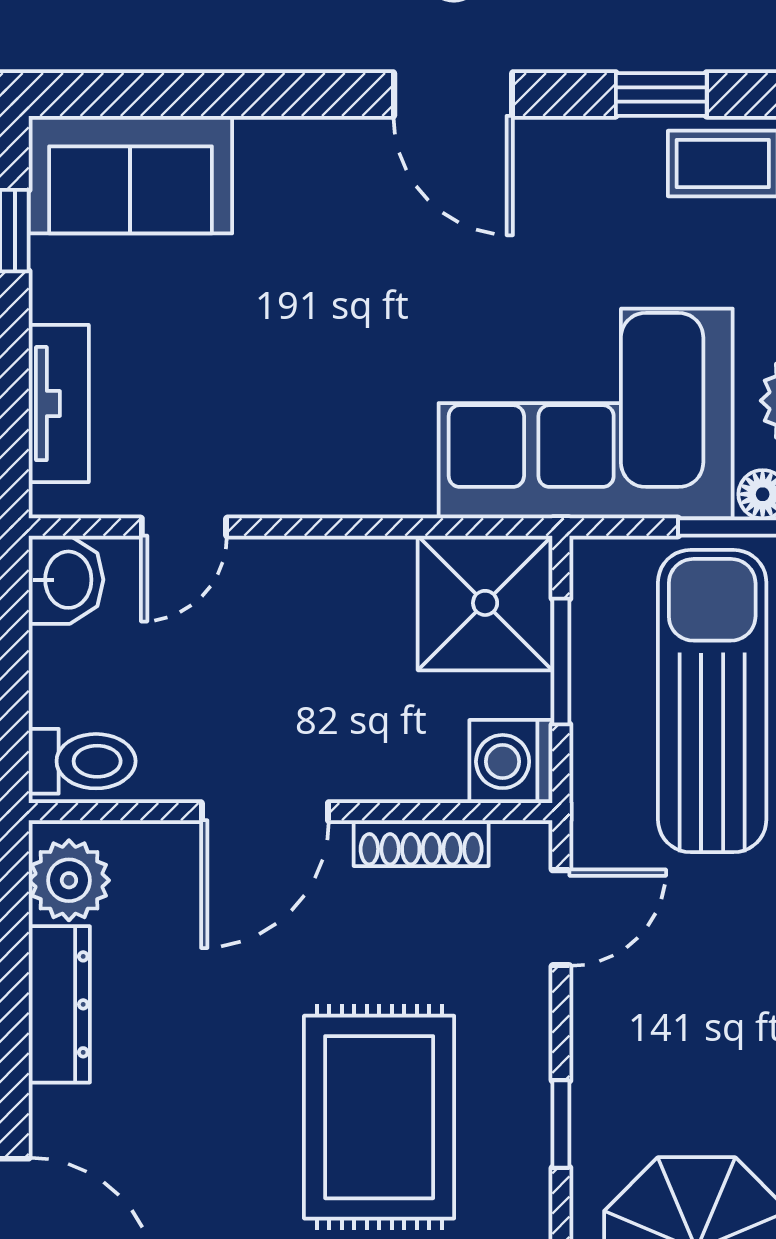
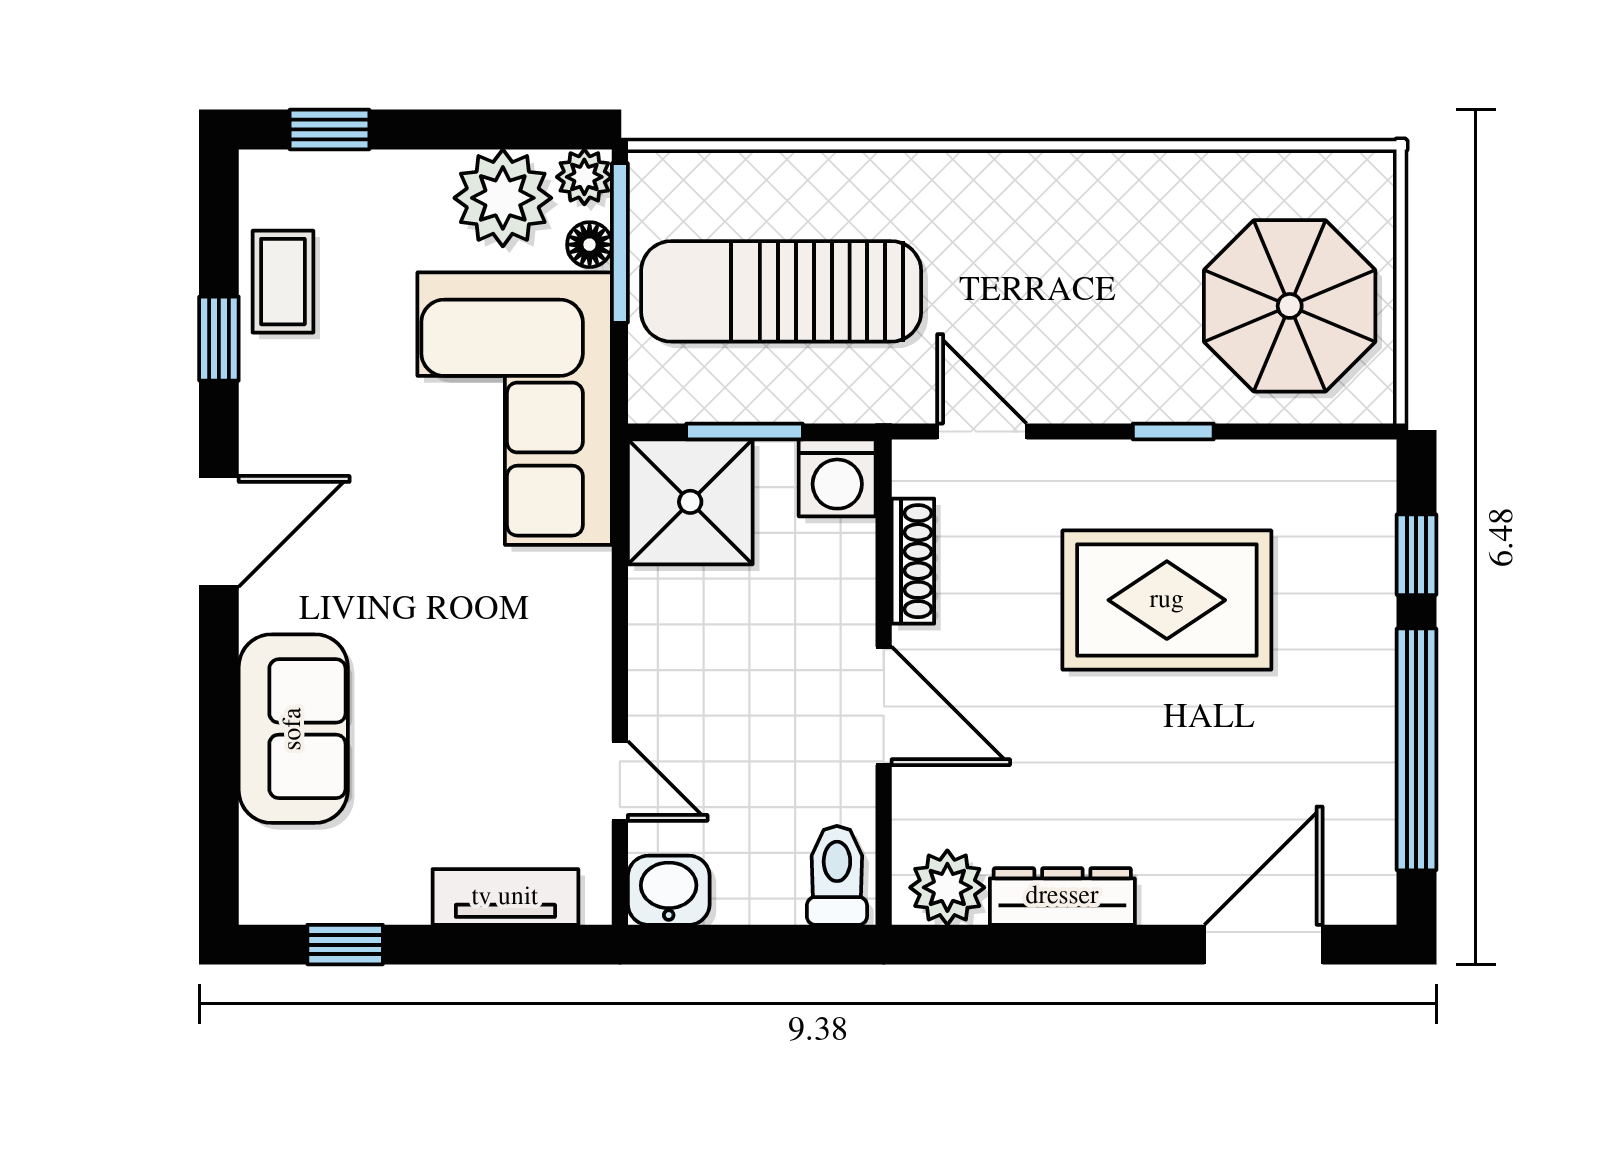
sofa: (130, 175) -> (293, 729), moved

